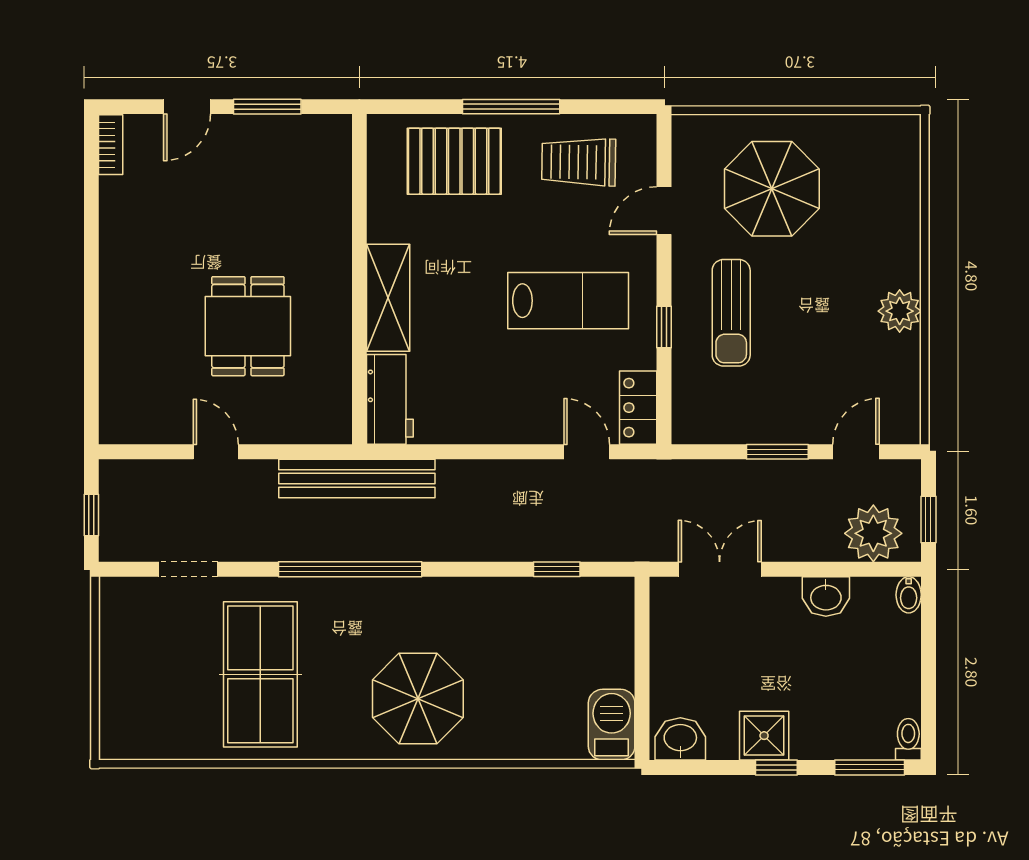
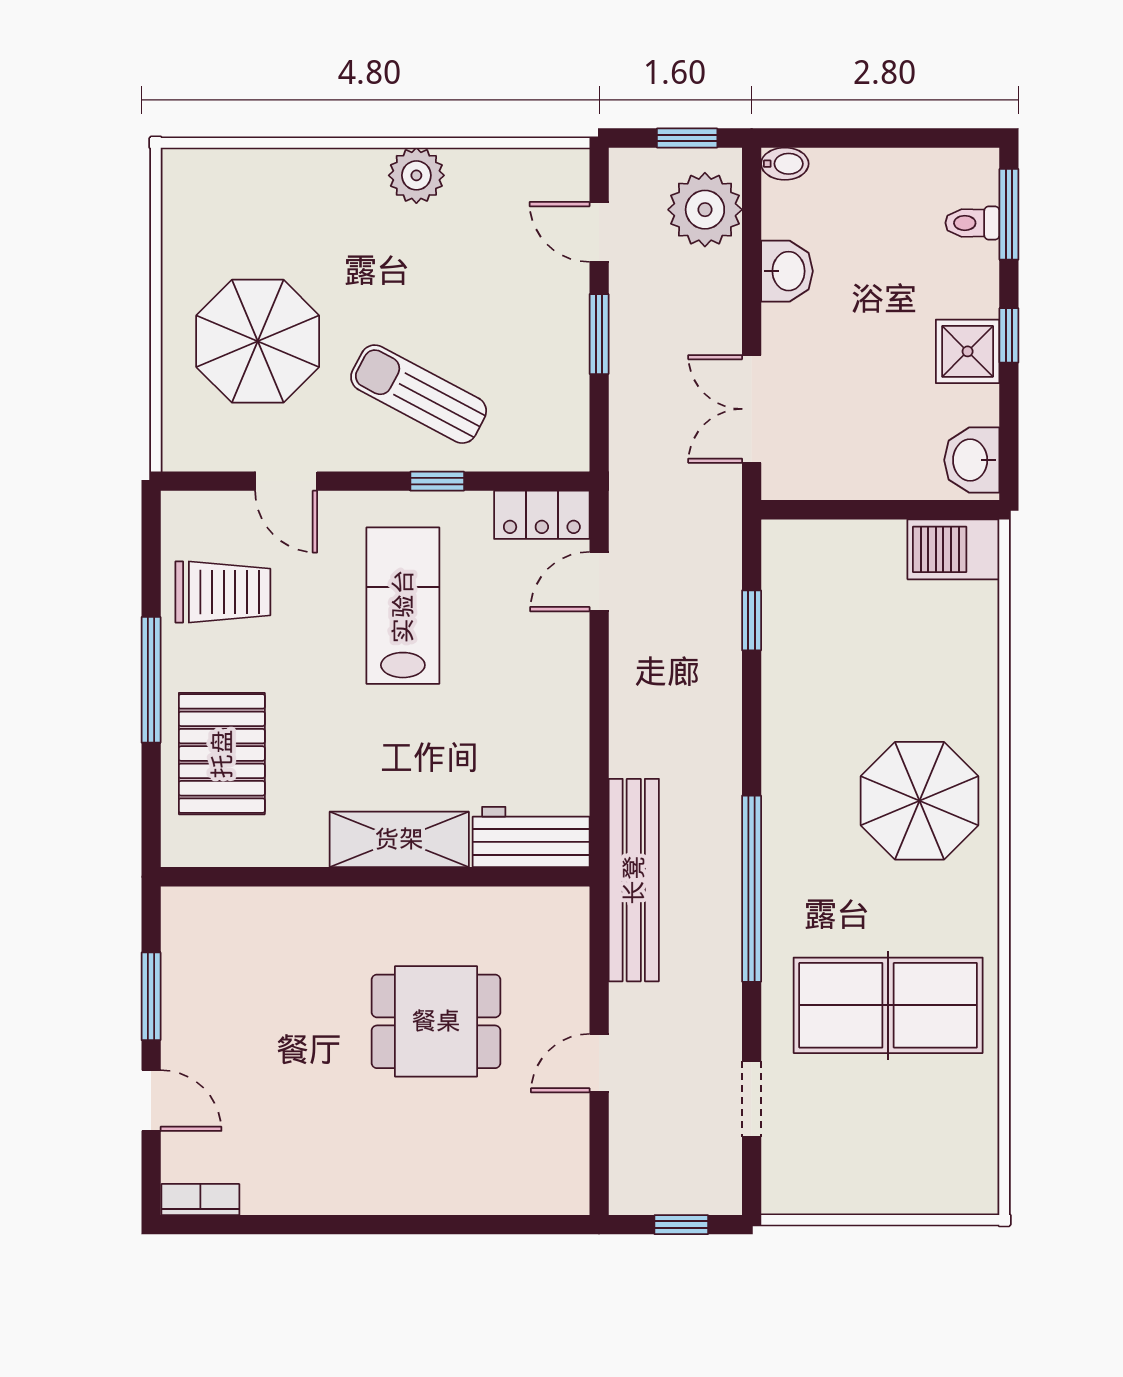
trolley: (579, 162) -> (223, 592), turned -91
sun lounger: (731, 313) -> (419, 394), turned -152
toilet: (908, 739) -> (972, 223), moved

